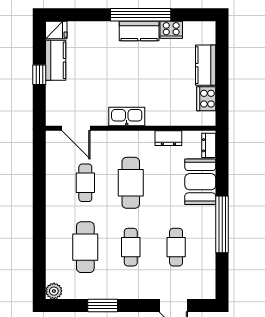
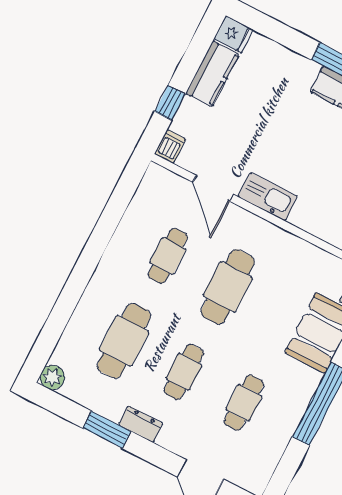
window: (39, 75) -> (170, 103), moved
dishwasher: (53, 117) -> (170, 146), added
door: (76, 128) -> (213, 188), moved
dresser: (168, 138) -> (141, 424), moved, turned 180

